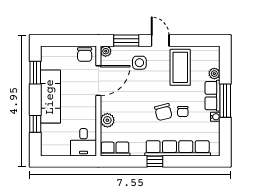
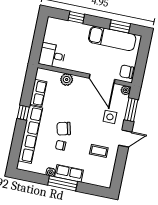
coffee table: (180, 67) -> (99, 151), width x0.54, depth x0.58
plant: (214, 74) -> (88, 179), removed
exam couch: (50, 97) -> (112, 38), moved
row of seats: (115, 149) -> (38, 93), moved

